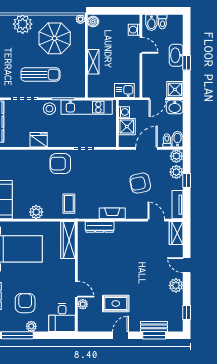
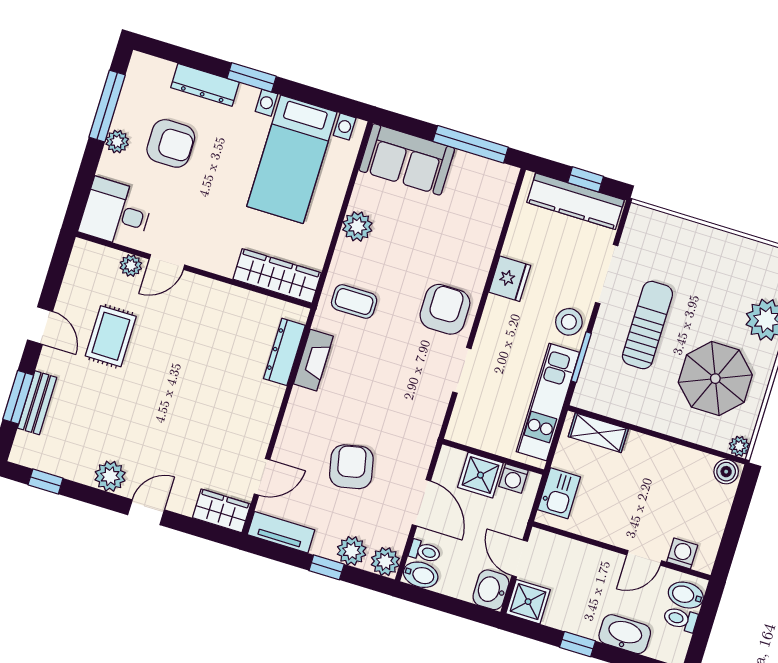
washbasin: (176, 55) -> (625, 634), moved
shelving: (93, 62) -> (598, 433), moved
sun lounger: (40, 75) -> (647, 325), turned 180
fireplace: (112, 213) -> (313, 360), moved

